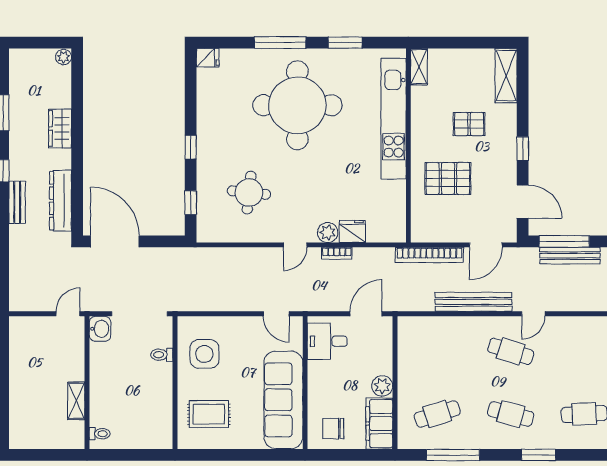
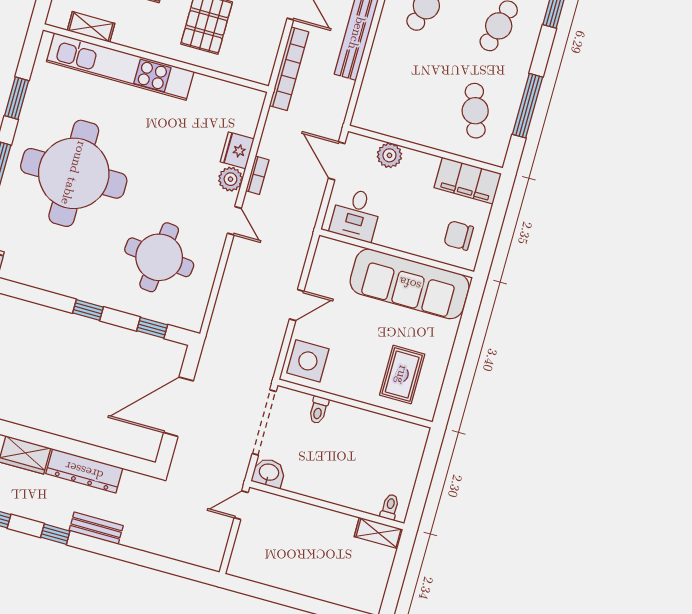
shelving: (419, 67) -> (91, 27), moved
round table: (249, 193) -> (159, 257), width x1.36, depth x1.36
dresser: (60, 201) -> (84, 471), moved
door: (115, 241) -> (179, 407), moved
door: (68, 314) -> (241, 505), hinge flipped
door: (276, 314) -> (297, 305), moved
side table: (204, 354) -> (308, 361), moved
plant: (382, 386) -> (389, 155), moved
shelving: (76, 401) -> (378, 533), moved
chair: (333, 429) -> (459, 236), turned 90

